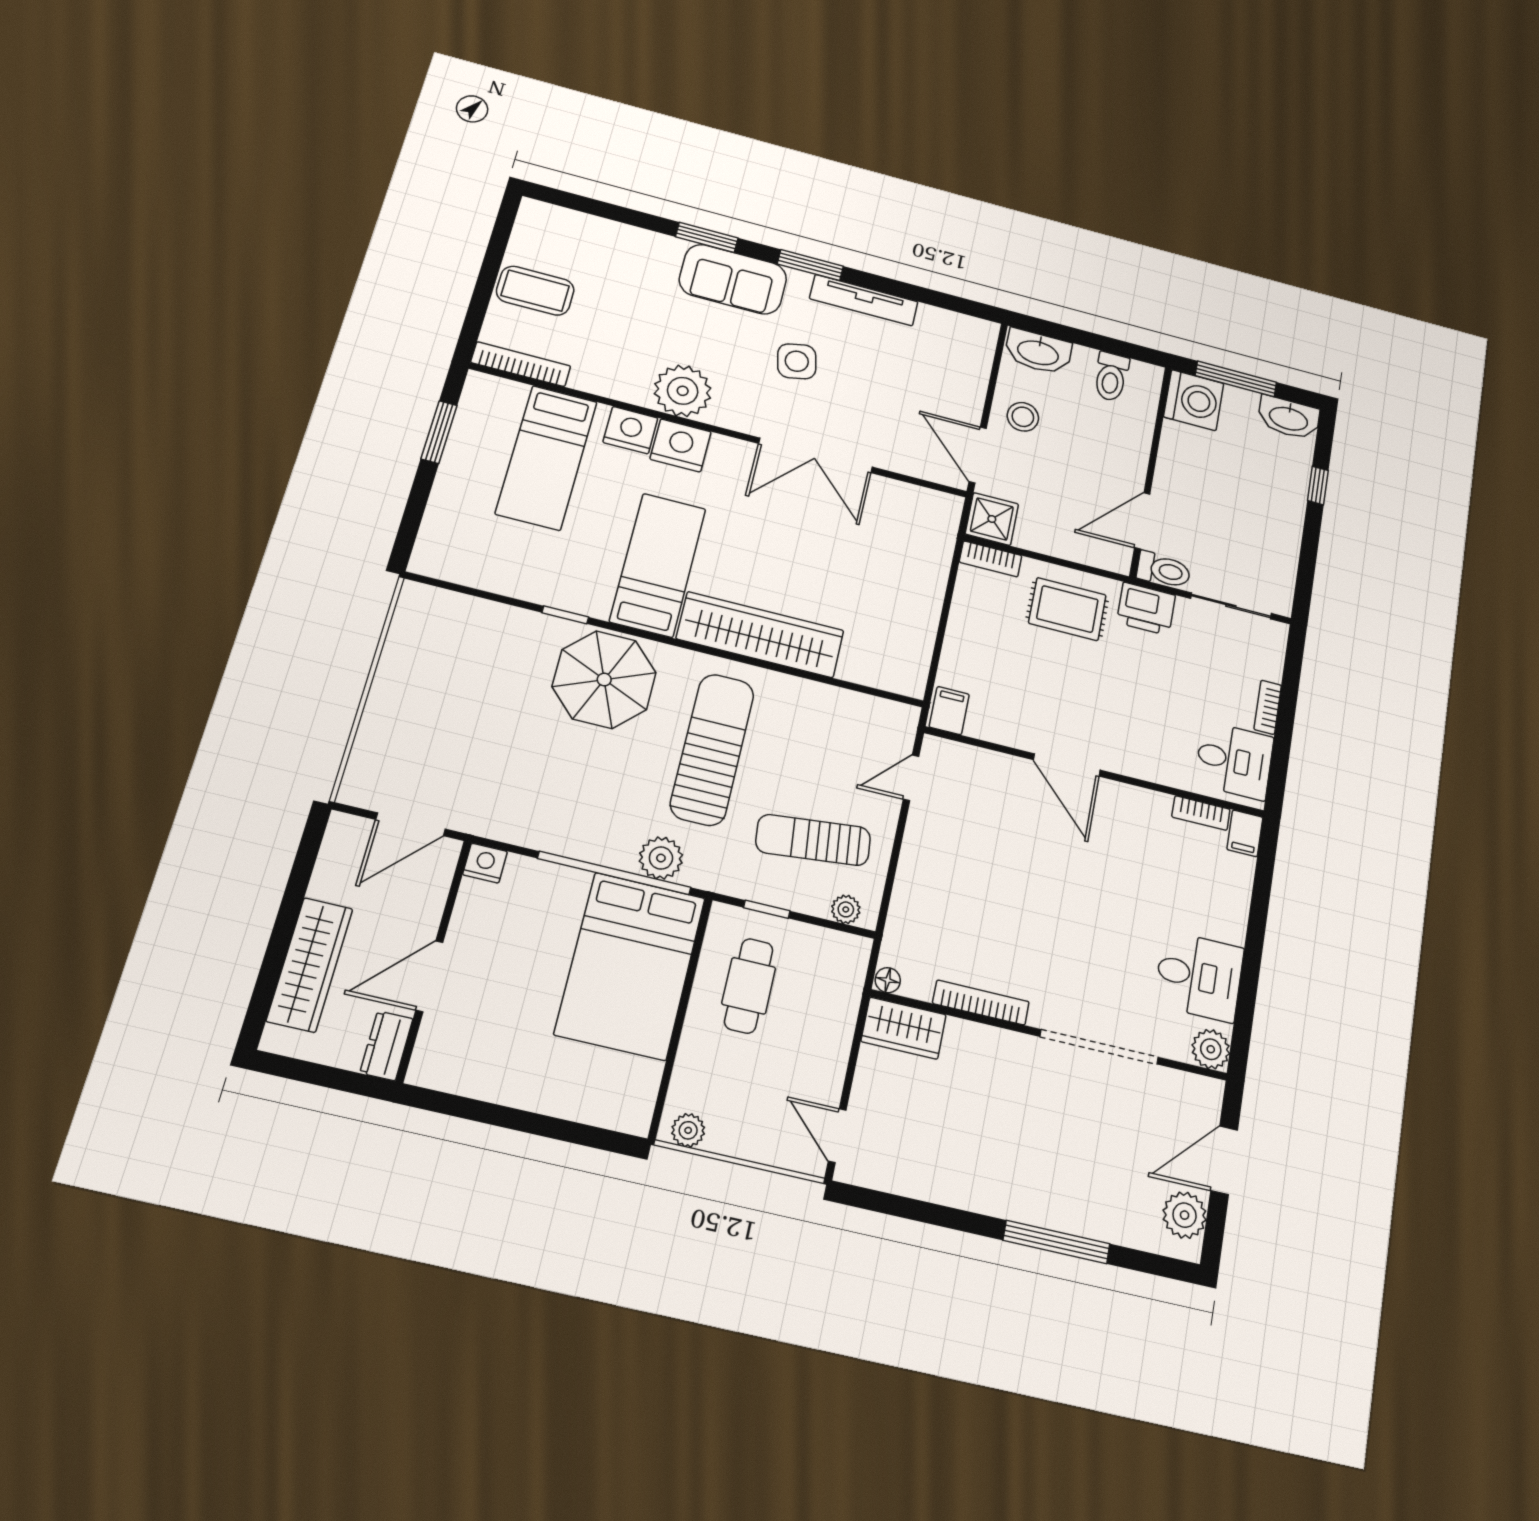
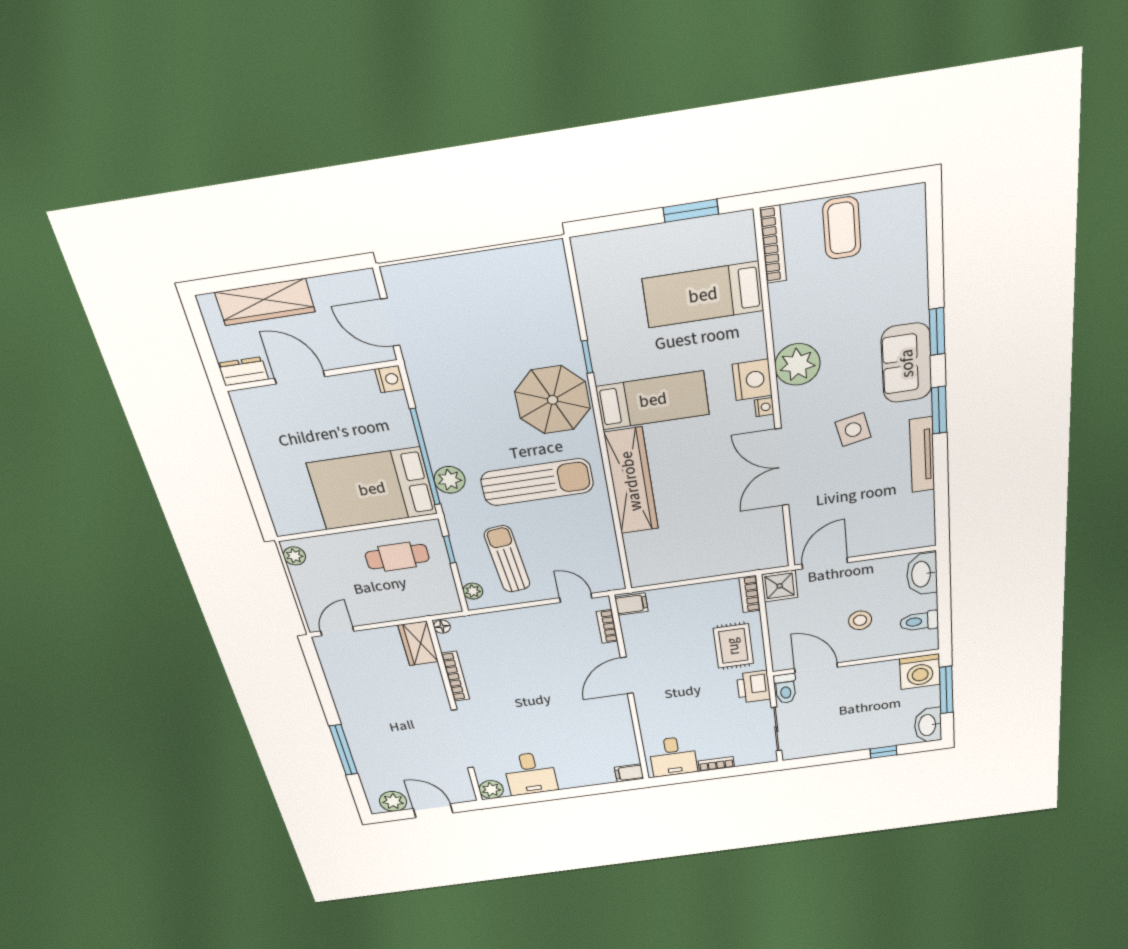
stool: (1023, 417) -> (860, 620), moved
nightstand: (630, 430) -> (764, 407), moved, width x0.53, depth x0.56
bookcase: (1201, 813) -> (607, 626), moved

